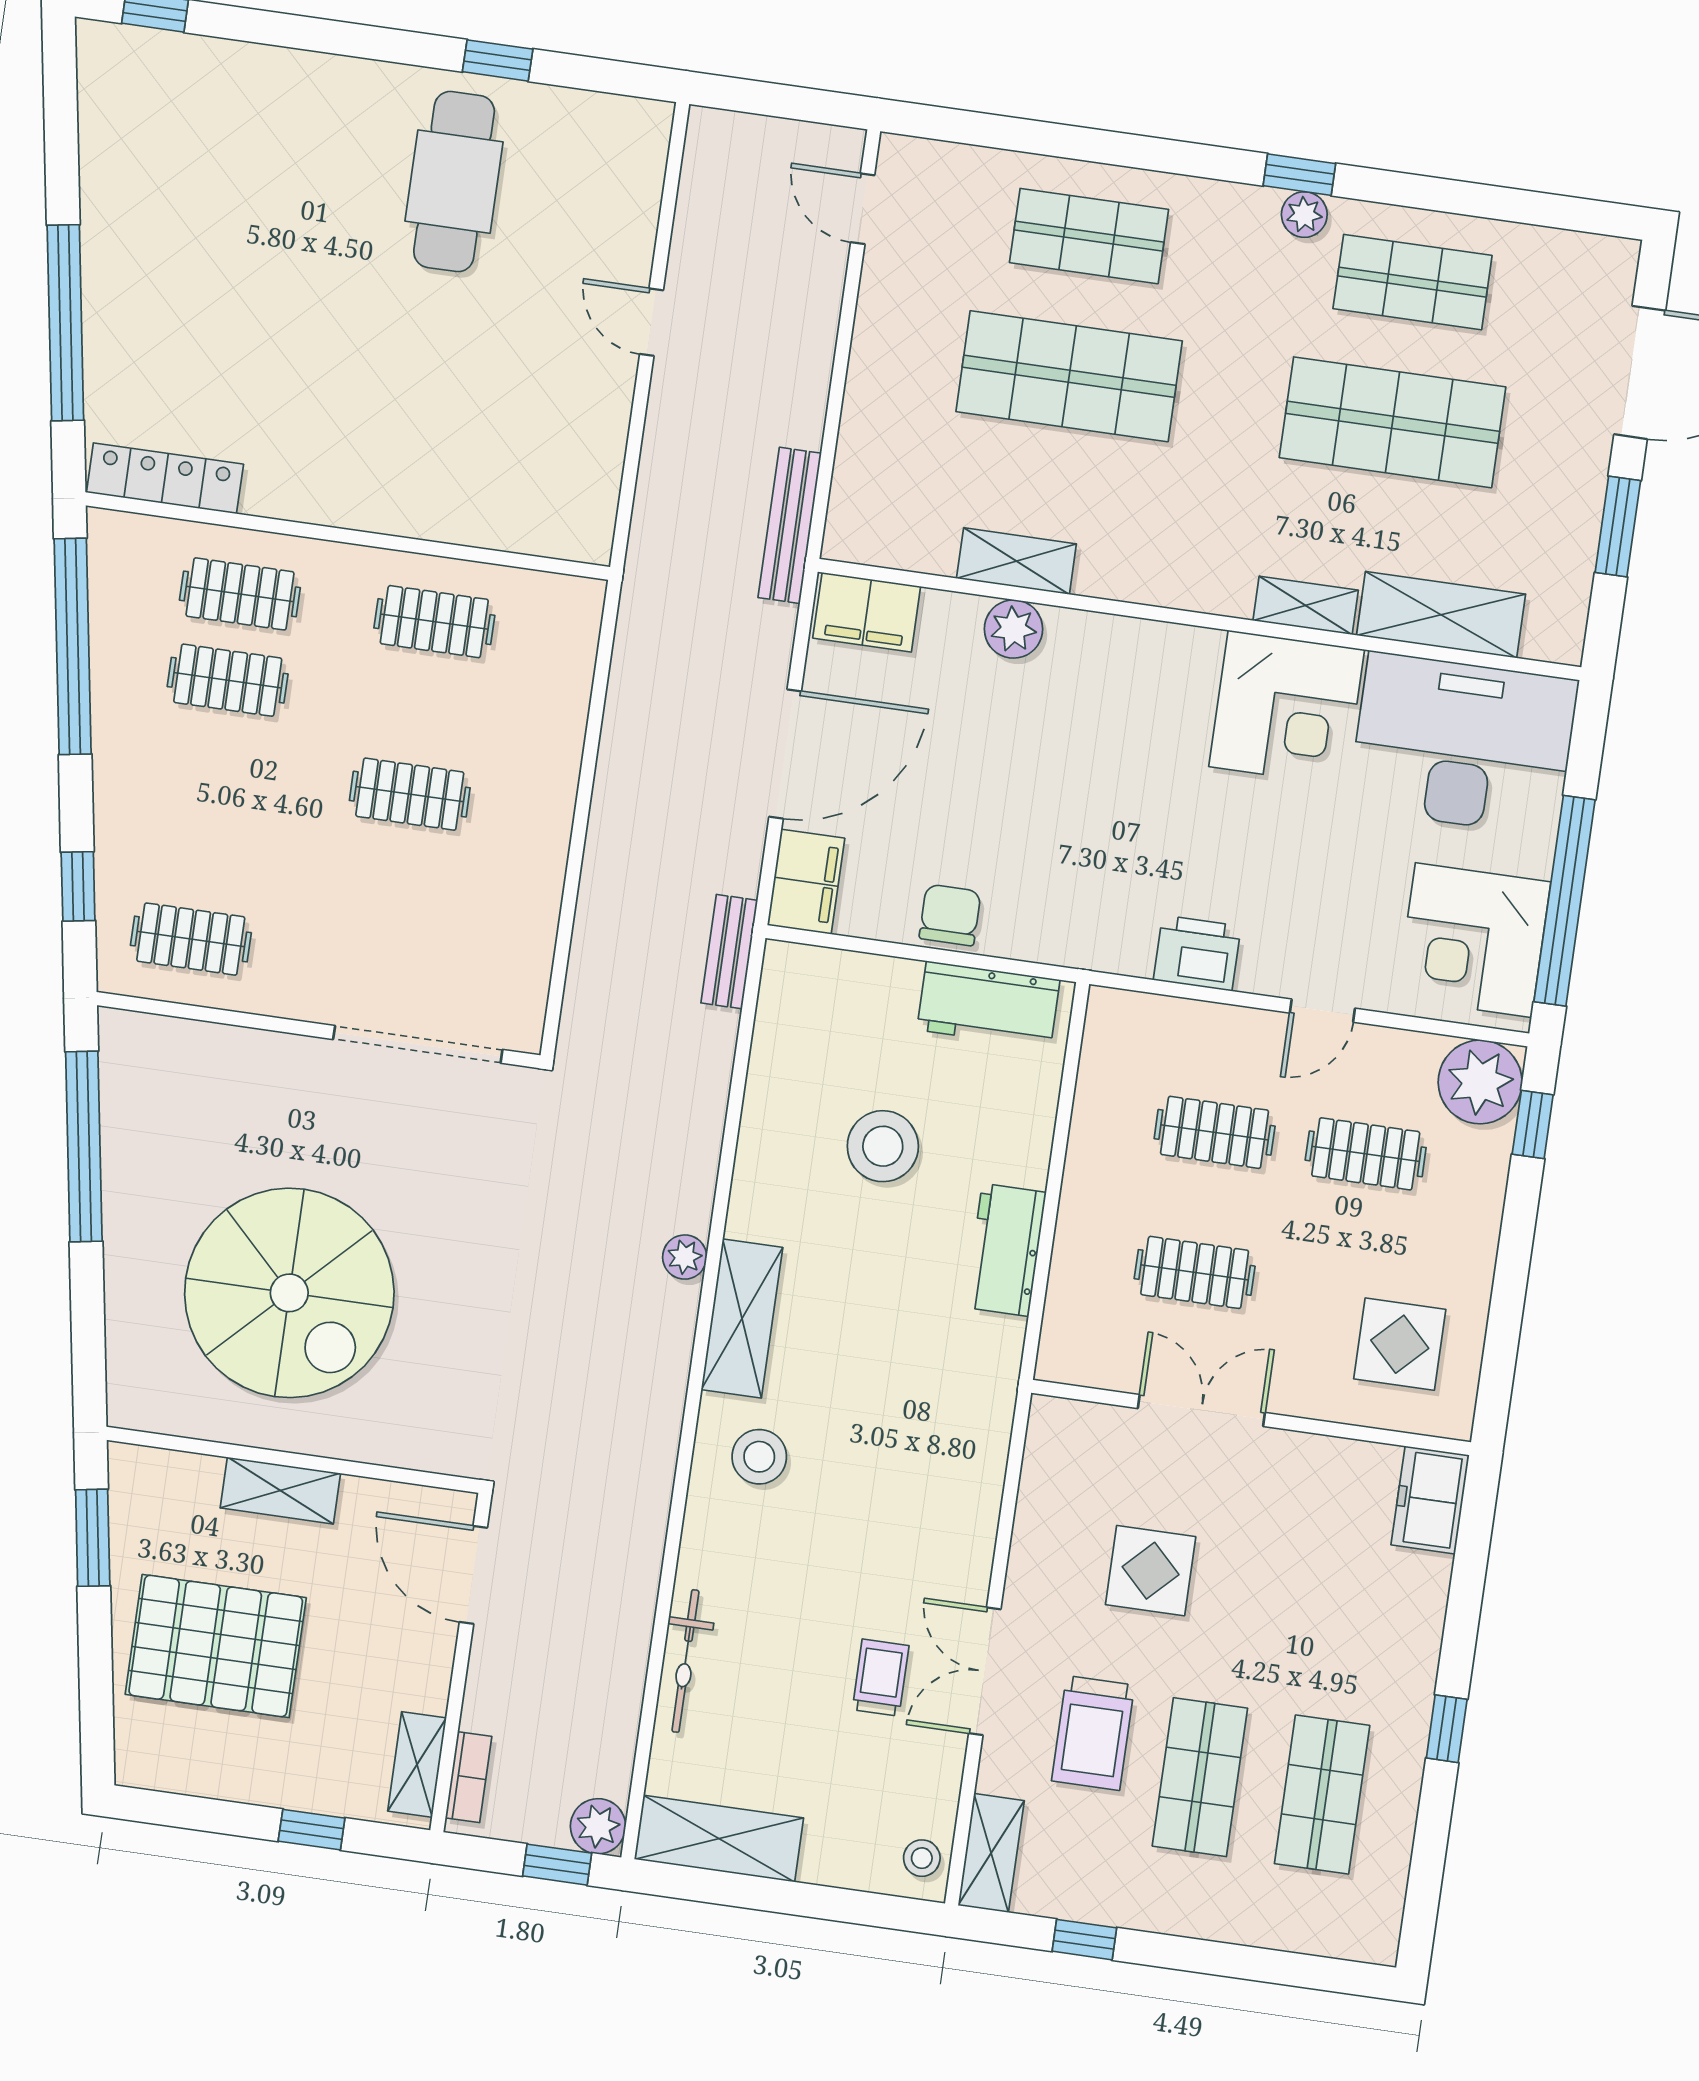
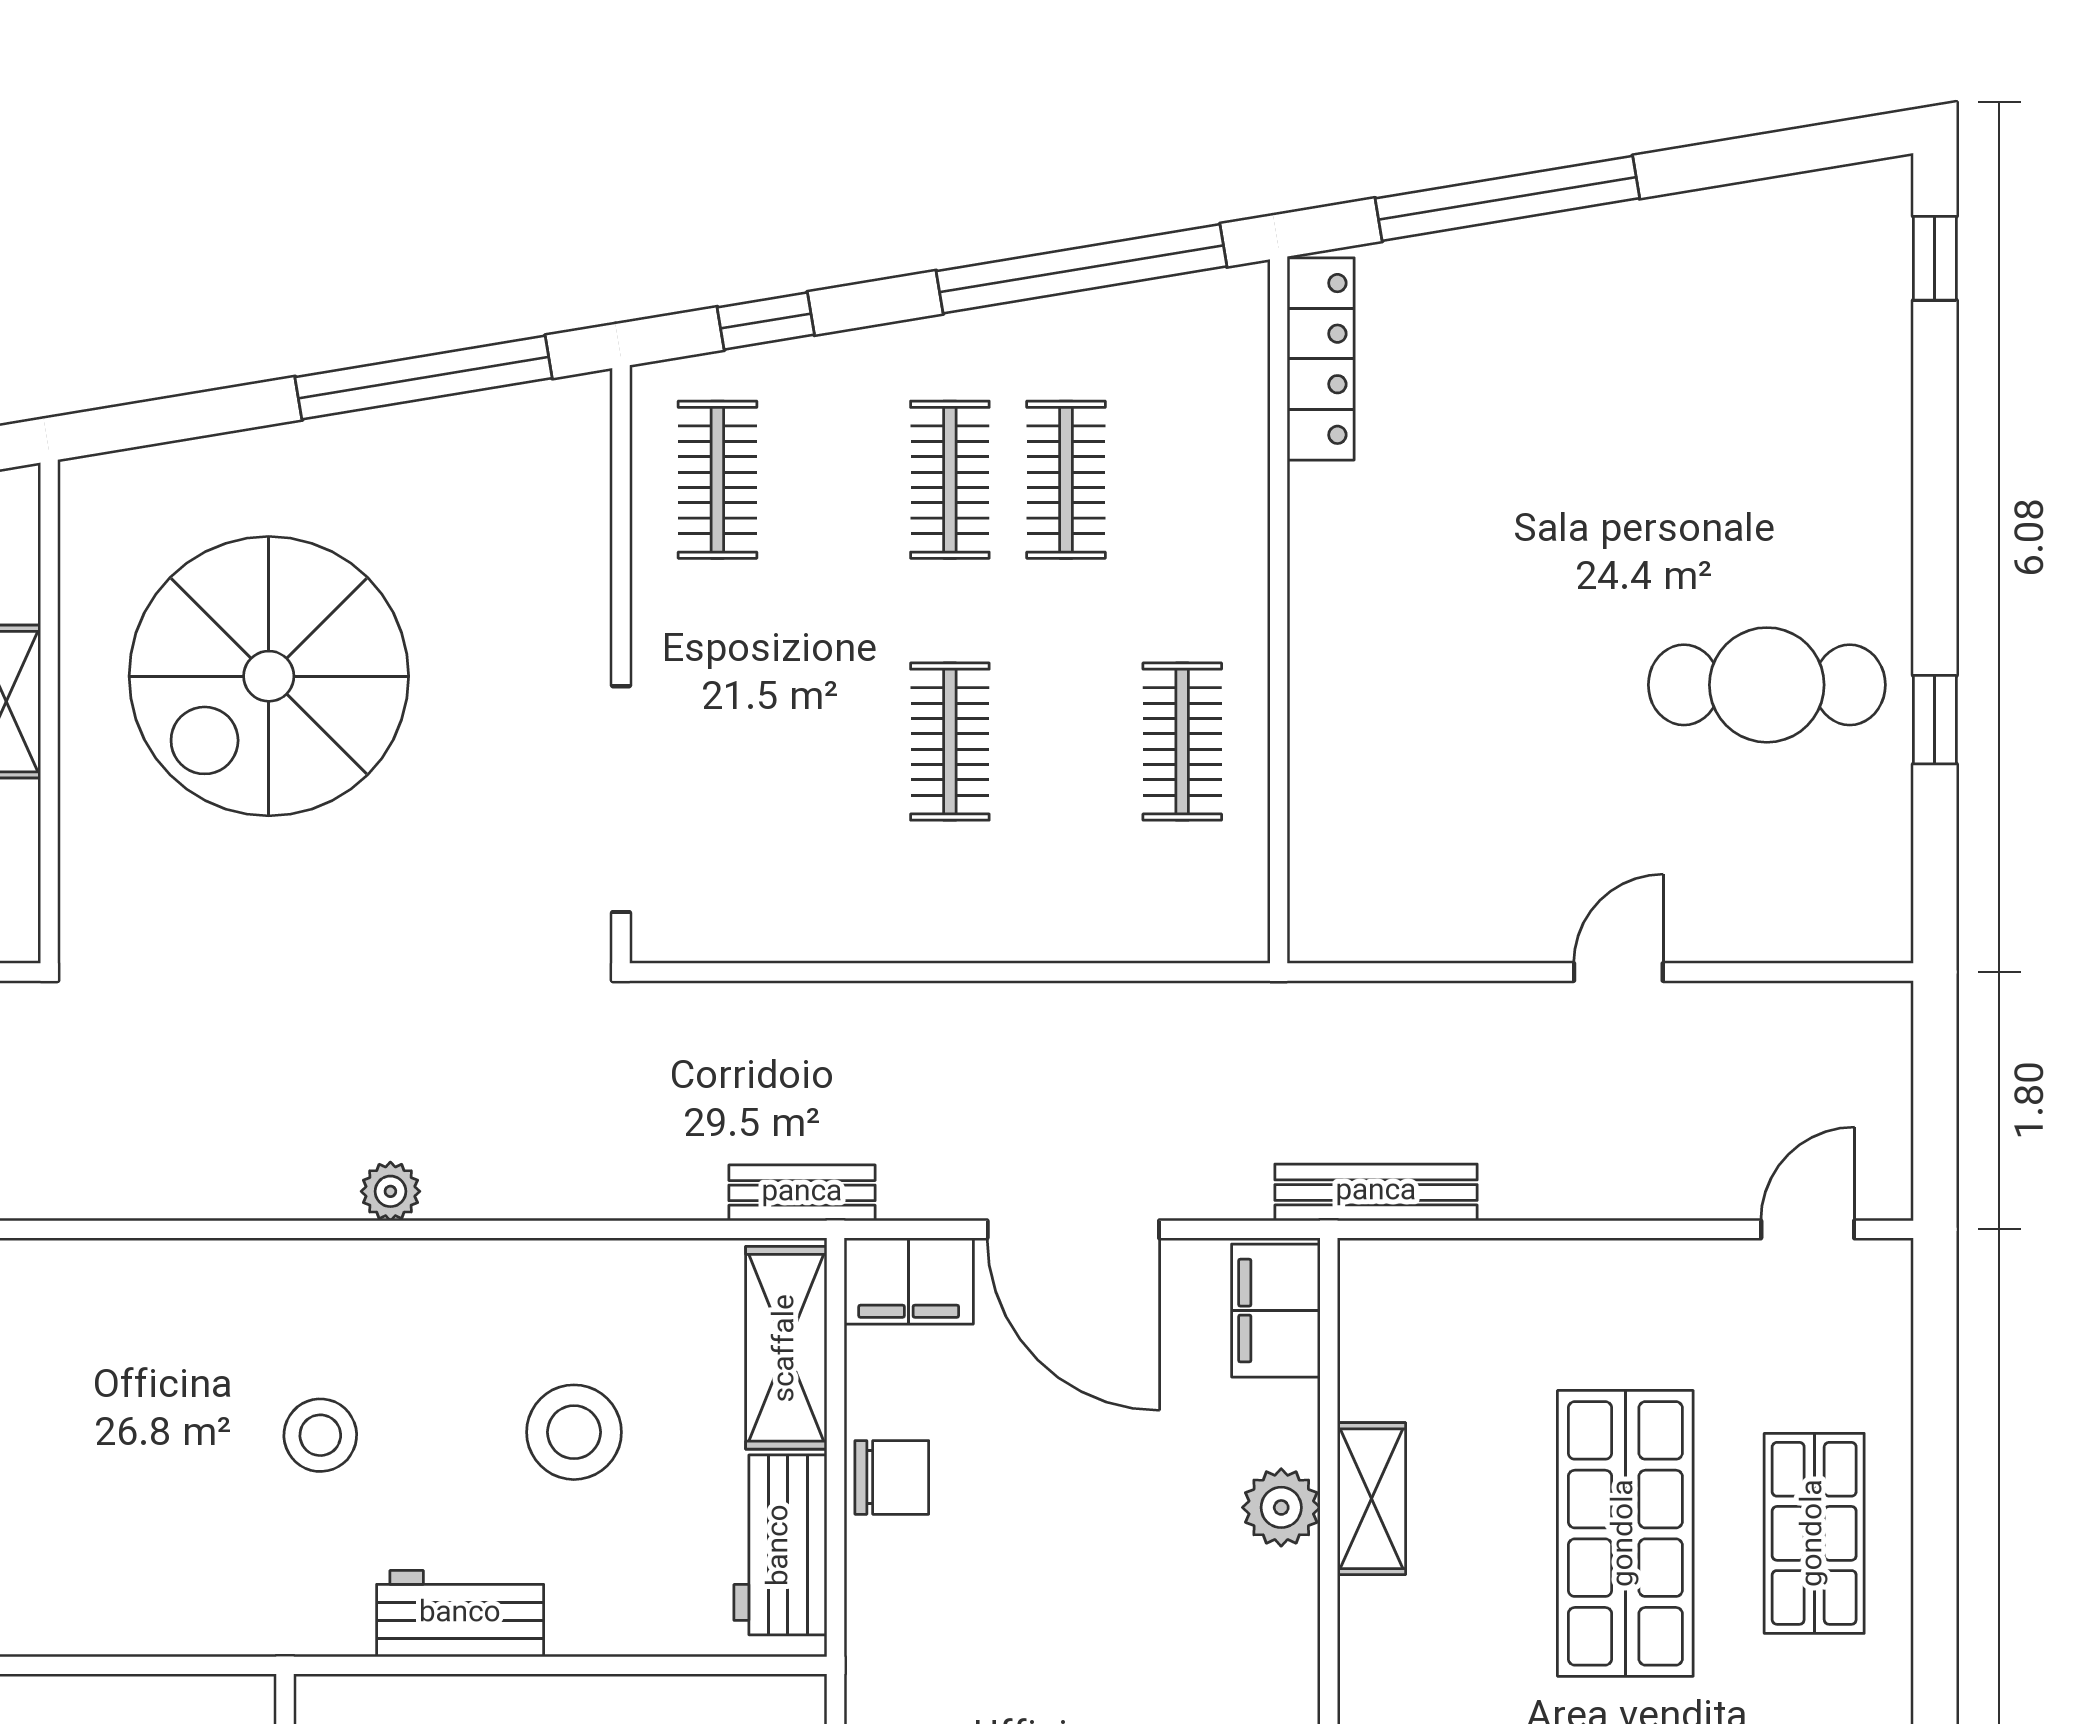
clothes rail: (240, 594) -> (950, 480), moved
shelving: (742, 1319) -> (786, 1348), moved, turned 90
stool: (759, 1457) -> (320, 1435), moved

